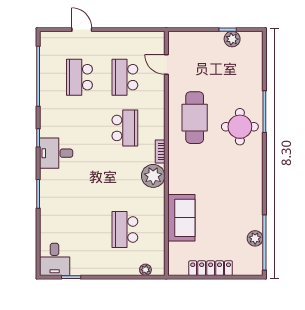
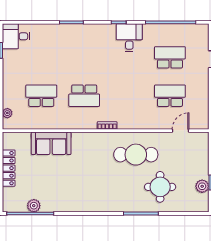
round table: (240, 127) -> (160, 187), moved
school desk: (125, 128) -> (84, 96), moved
desk: (56, 153) -> (129, 38), moved
plant: (153, 176) -> (87, 120), removed

